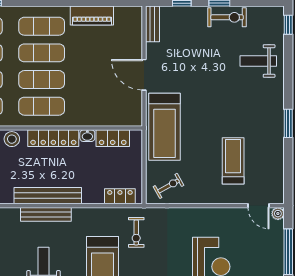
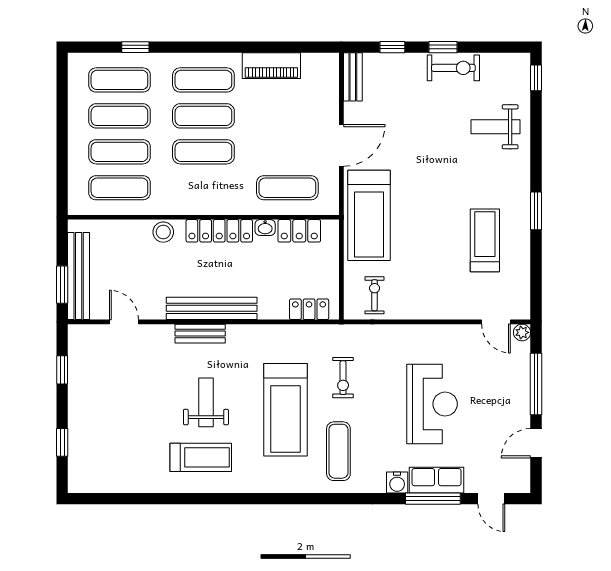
door: (144, 75) -> (341, 145), swing flipped
exercise mat: (42, 106) -> (287, 188), moved
treadmill: (233, 161) -> (485, 240), moved
exercise bike: (169, 186) -> (375, 295), turned -61
bench: (46, 214) -> (200, 334), width x0.73
exercise bike: (136, 232) -> (343, 378), moved

